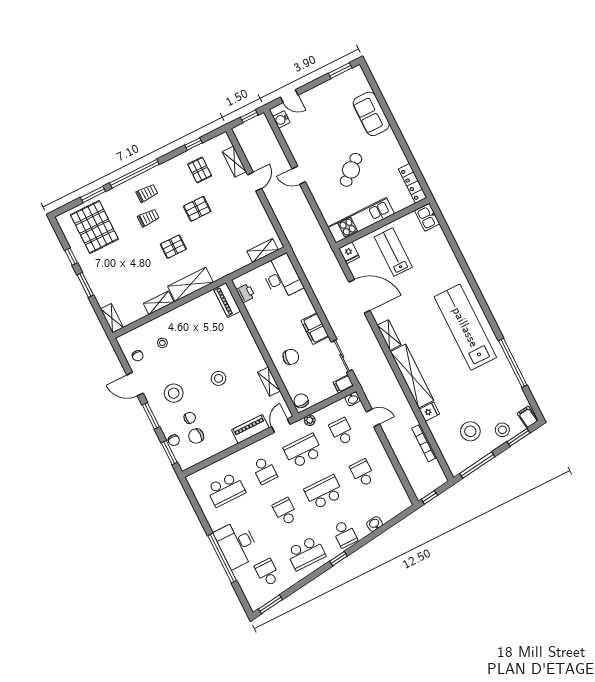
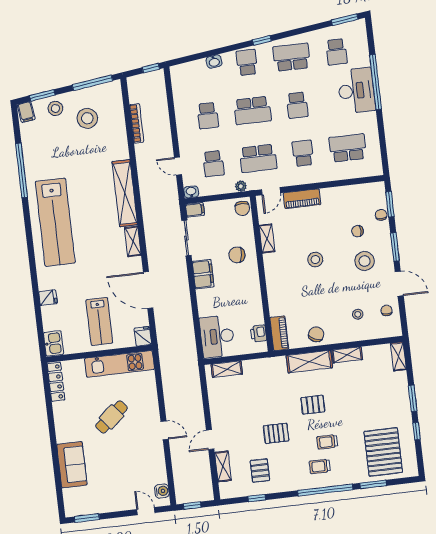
fridge: (429, 412) -> (48, 298), moved, turned 180
chair: (196, 436) -> (316, 334), moved, turned -65

